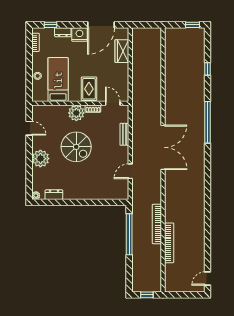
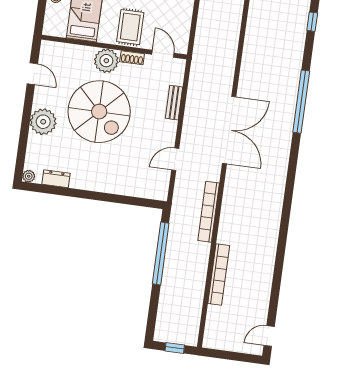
spiral stairs: (76, 147) -> (99, 112), width x1.37, depth x1.37
bookcase: (157, 224) -> (209, 212), moved

